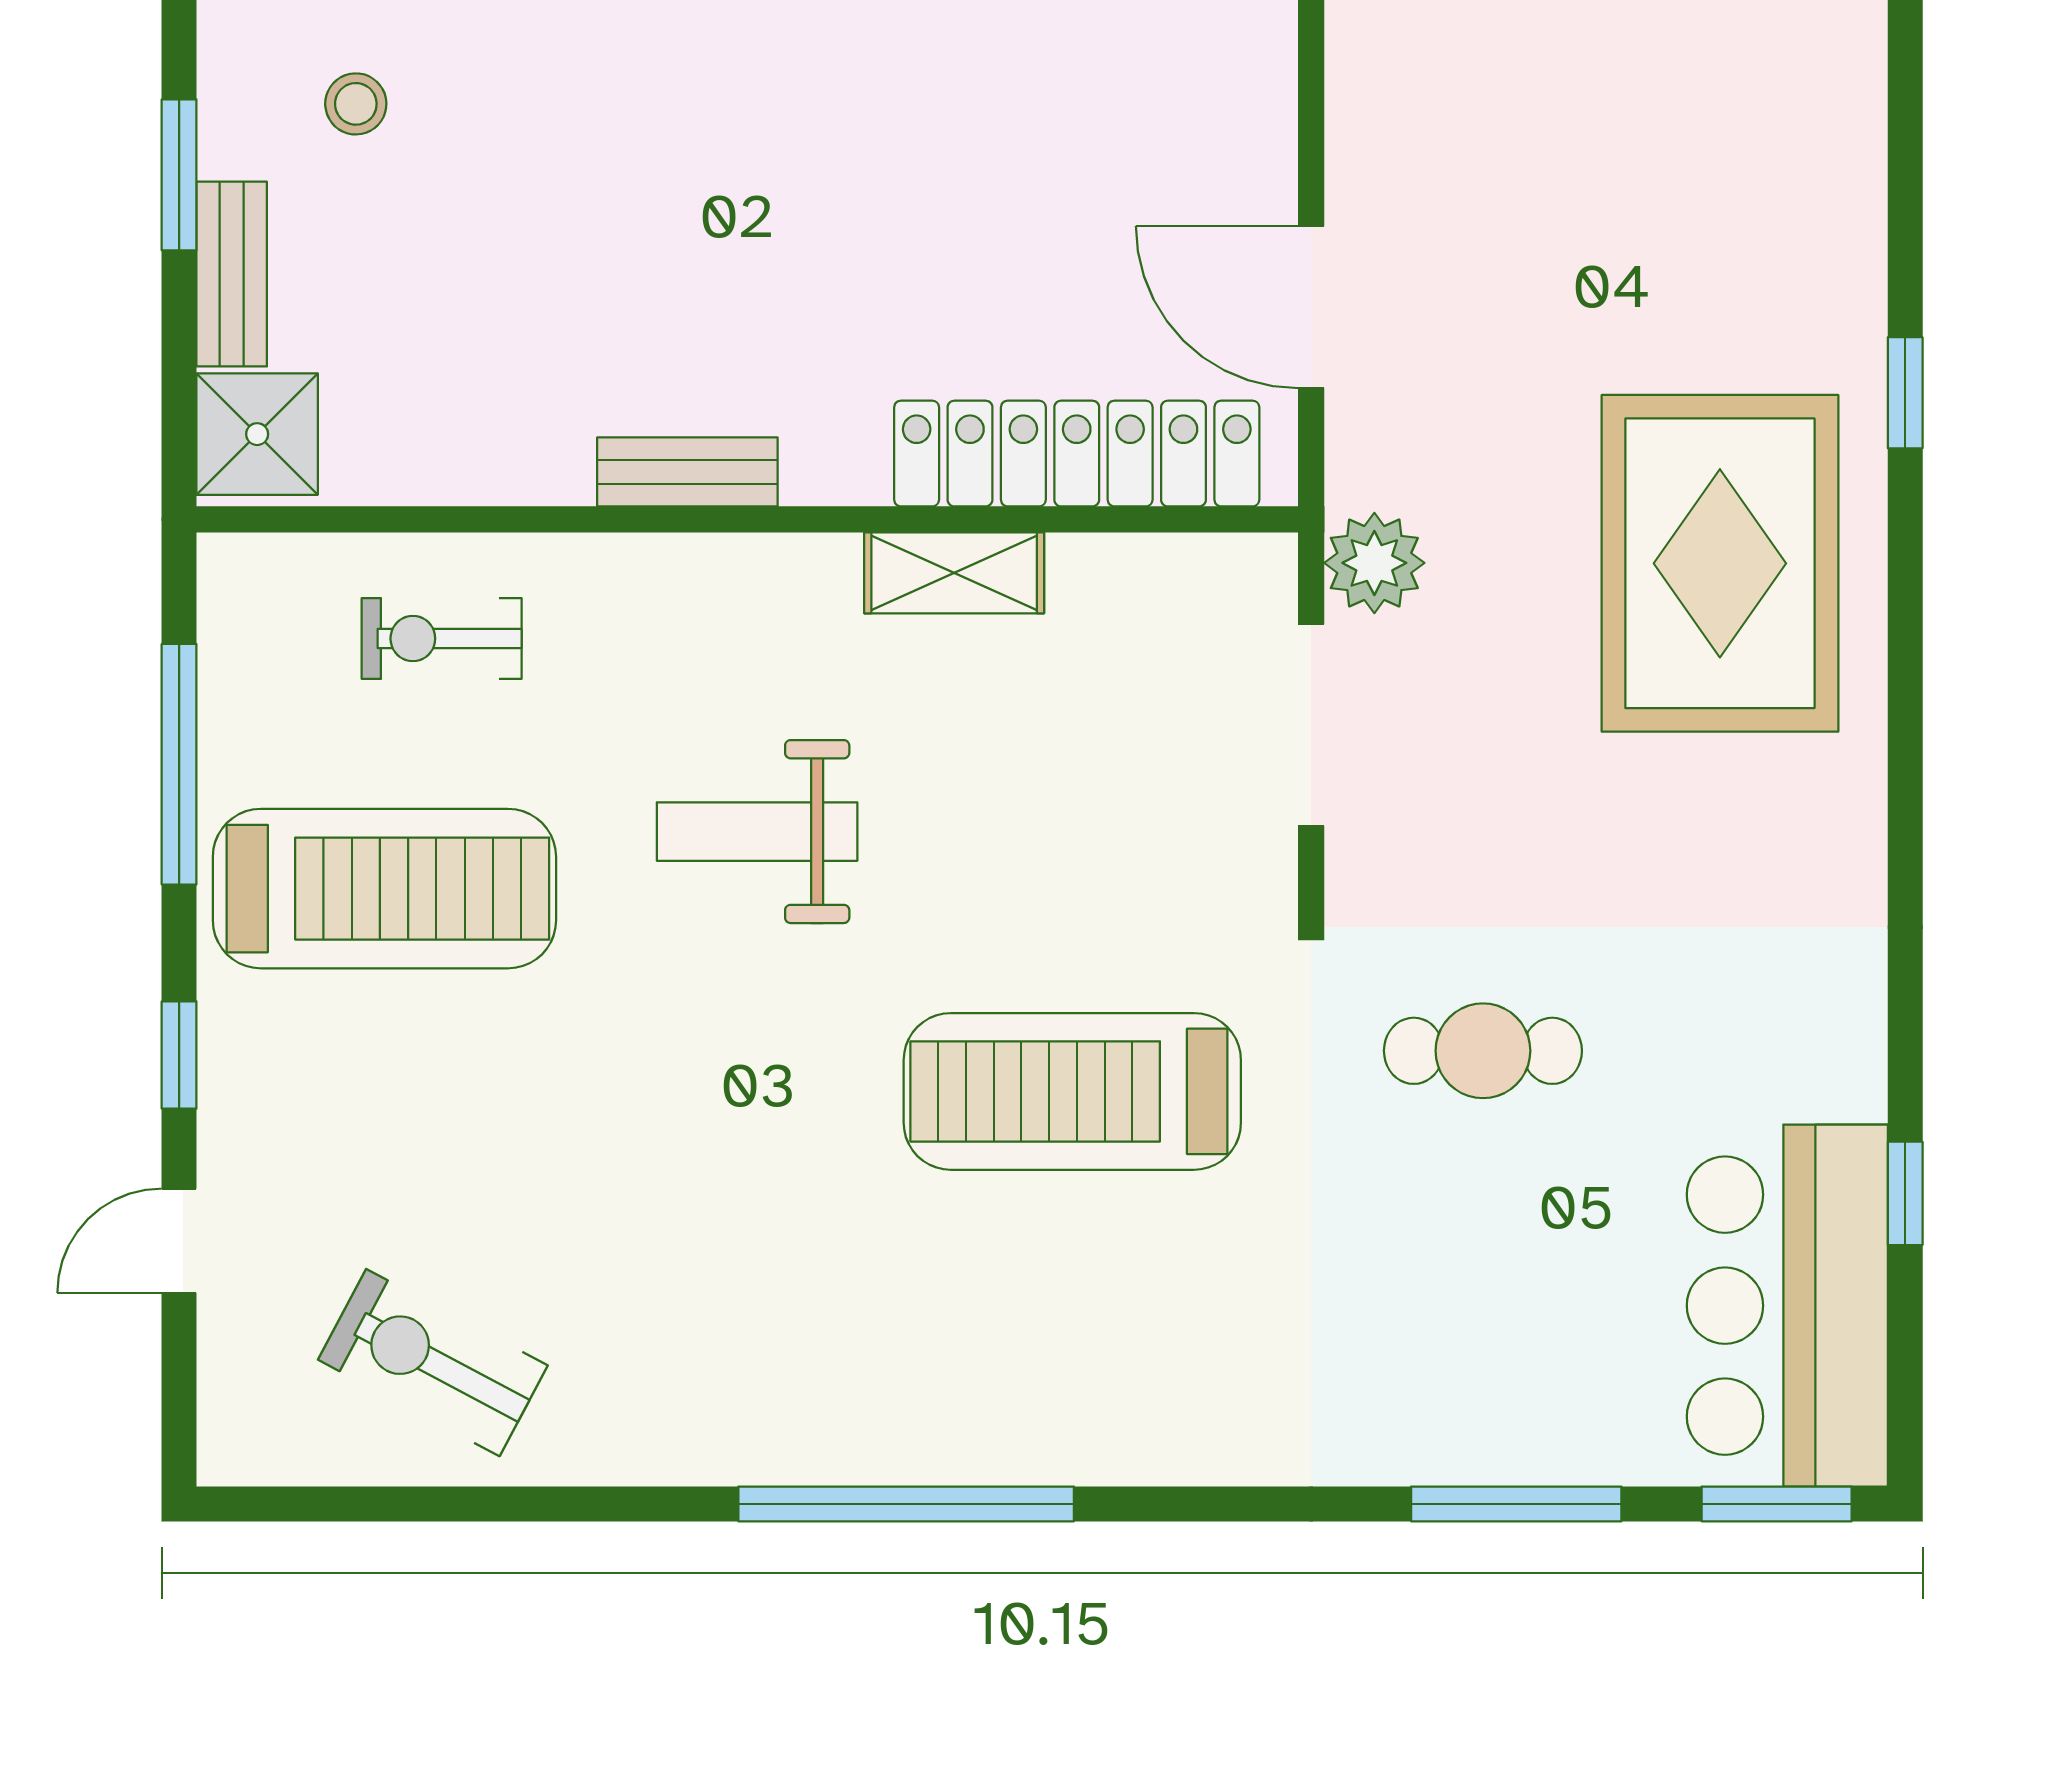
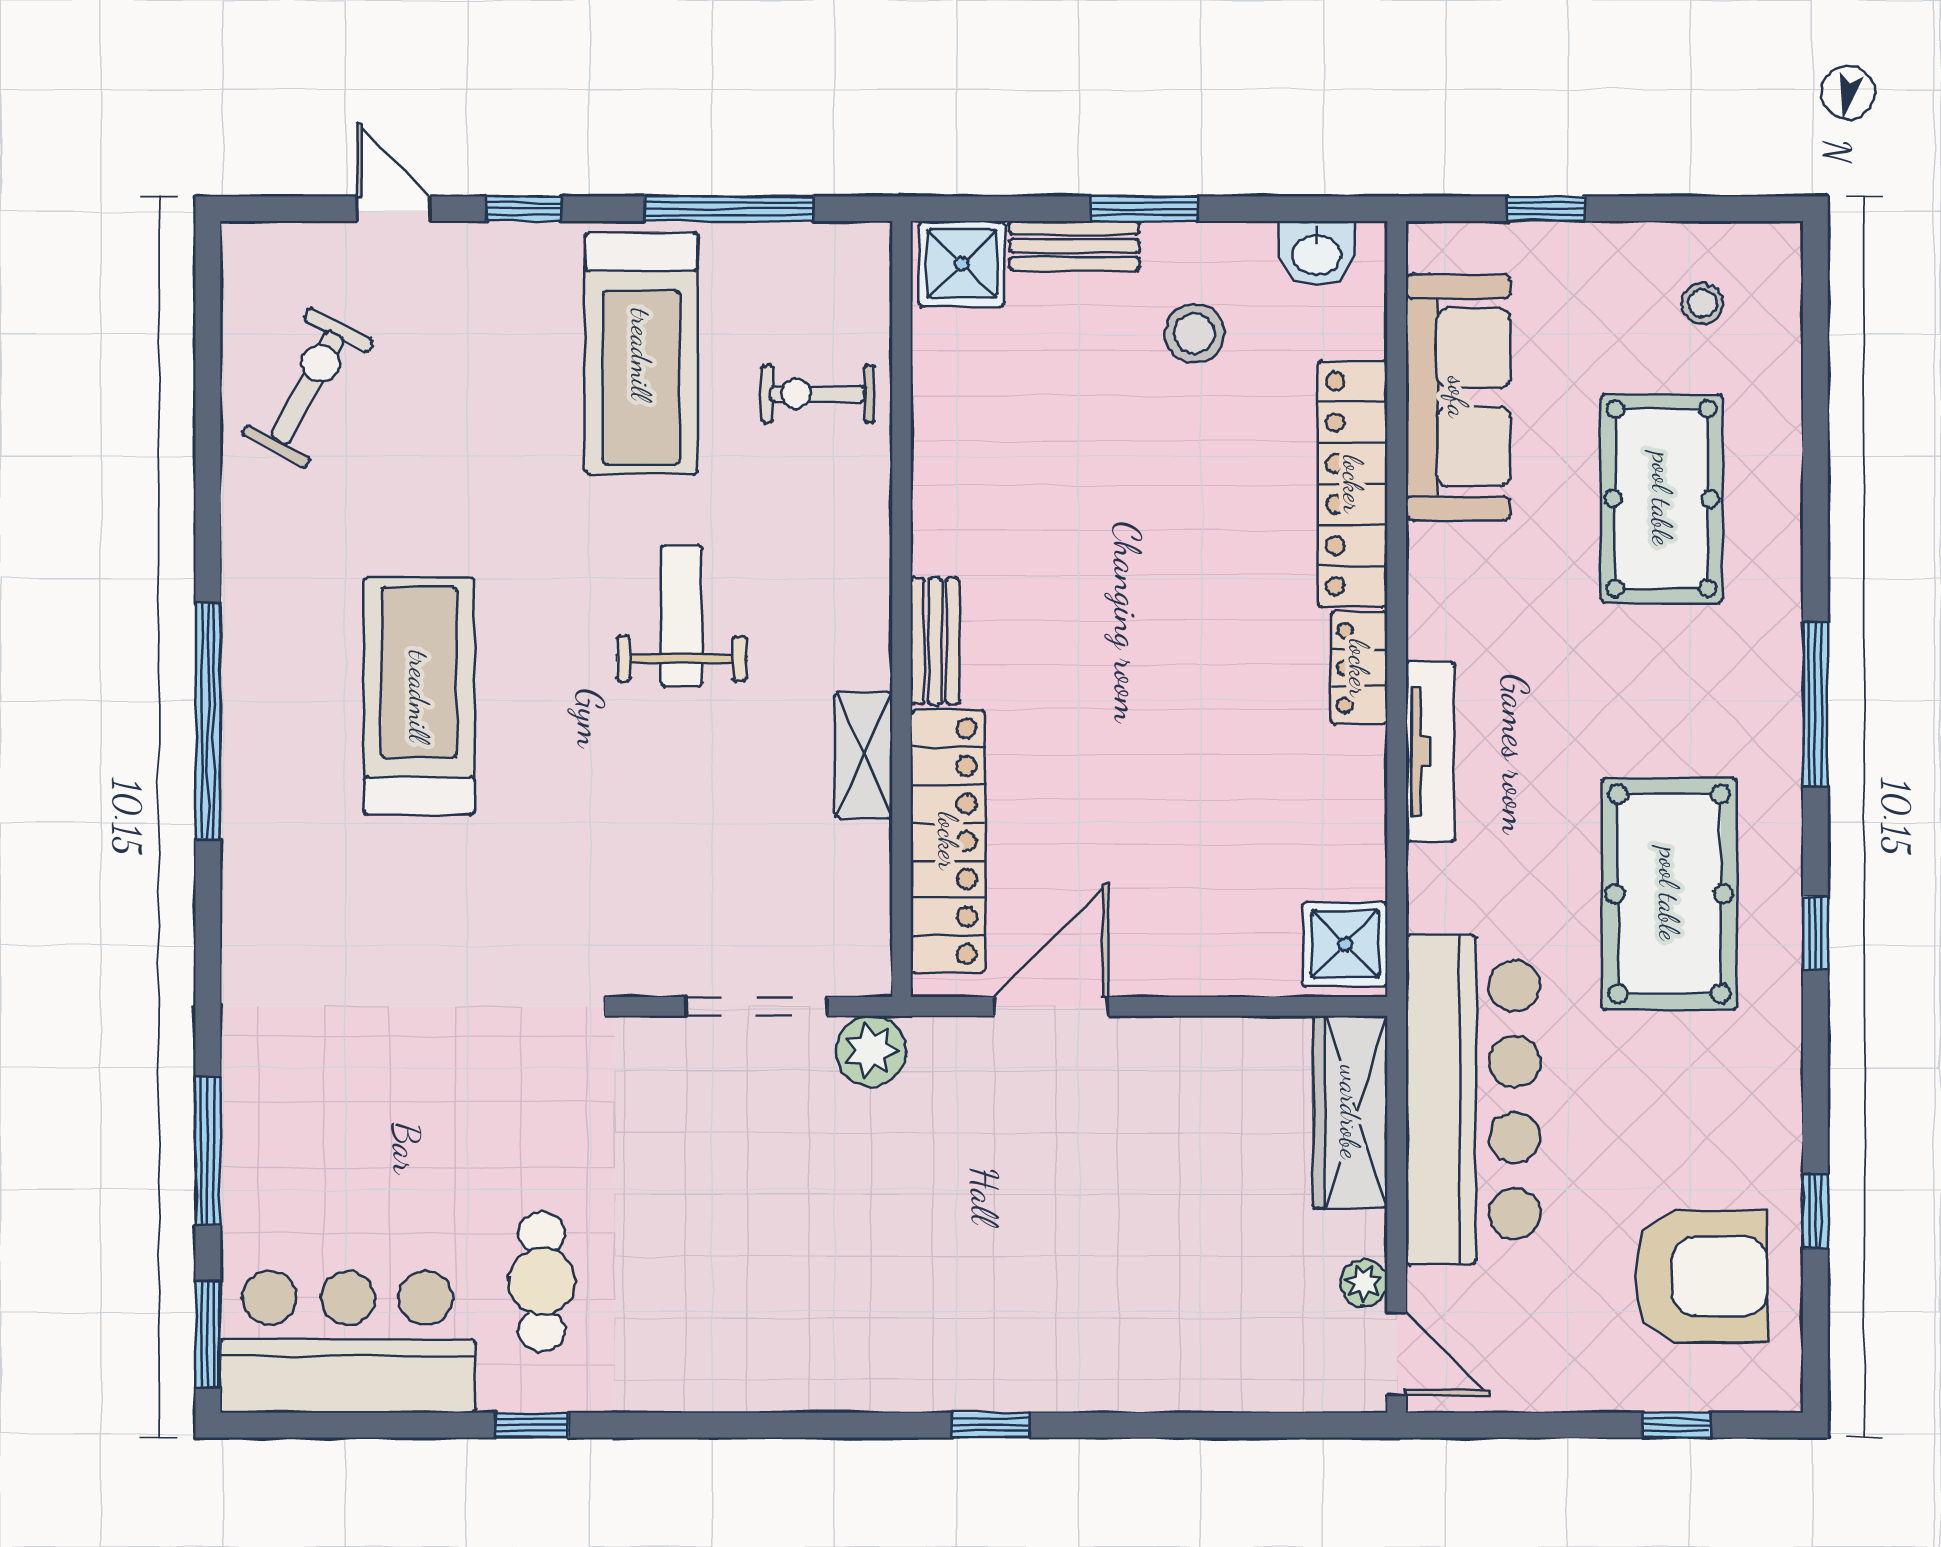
stool: (356, 104) -> (1194, 333), width x1.37, depth x1.37
bench: (687, 472) -> (935, 641), moved
rug: (1720, 563) -> (871, 1295), removed
exercise bike: (442, 639) -> (818, 394), turned -90
cafe table: (1483, 1051) -> (542, 1282), moved
treadmill: (1072, 1091) -> (419, 696), moved
window: (1905, 1193) -> (532, 1425), moved

